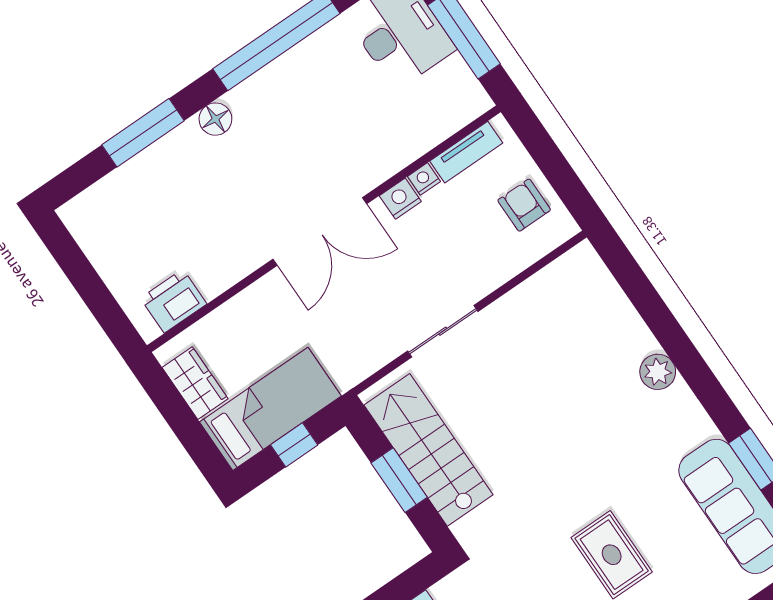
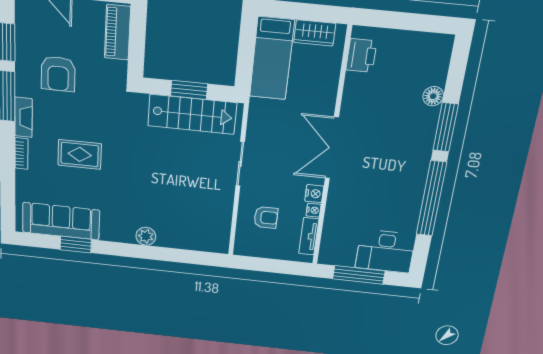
floor lamp: (215, 119) -> (433, 96), moved
window: (143, 133) -> (446, 127), moved
armchair: (524, 205) -> (266, 217), moved
window: (294, 445) -> (246, 55), removed

